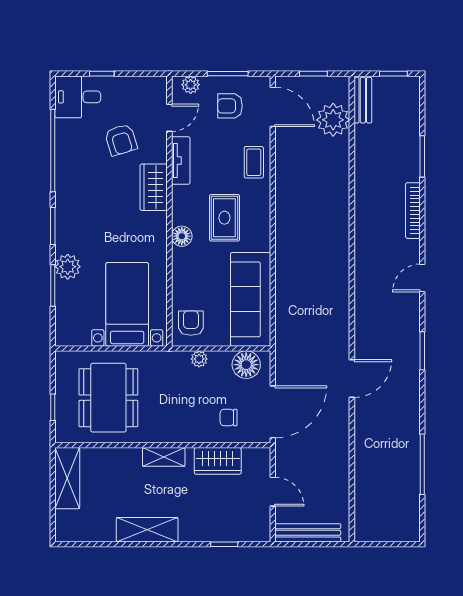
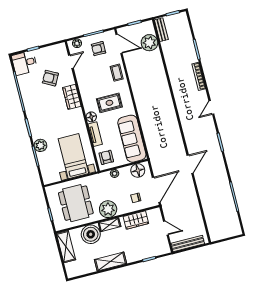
armchair: (121, 140) -> (50, 78), turned 135
tv unit: (181, 160) -> (95, 134), moved
rug: (224, 218) -> (109, 103), turned 90
plant: (169, 426) -> (108, 209), added
boiler: (122, 466) -> (91, 234), added

